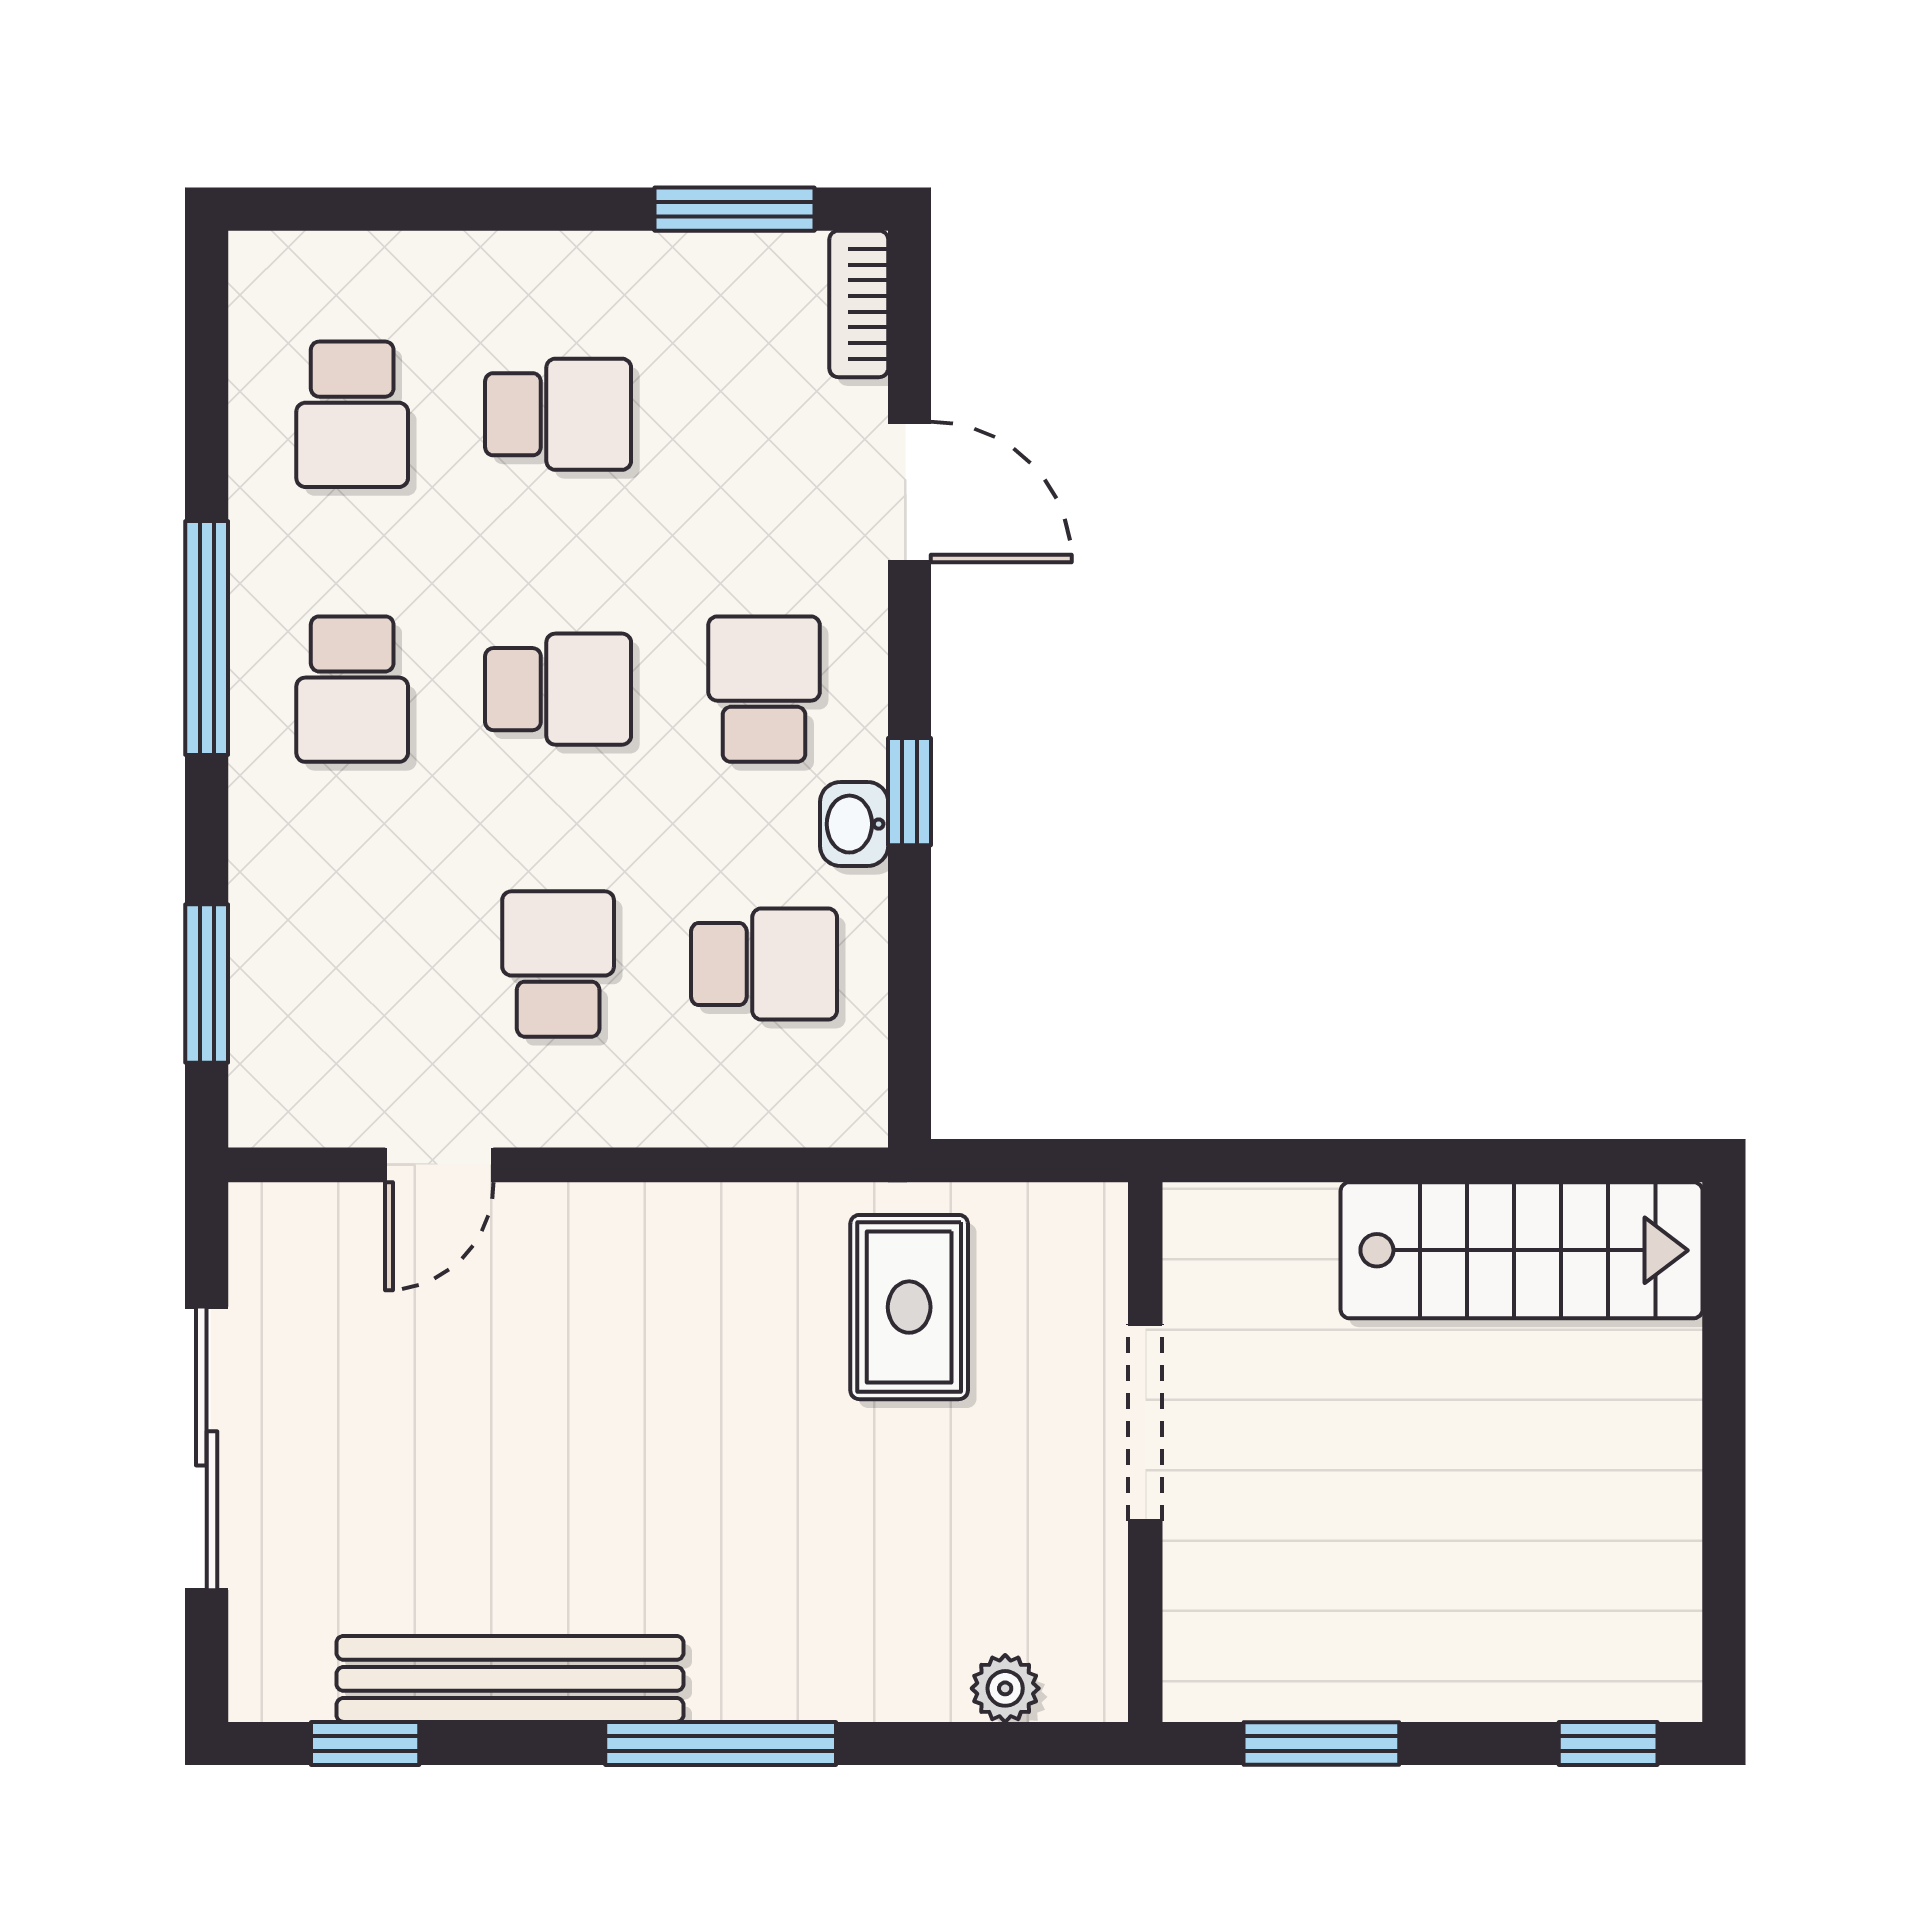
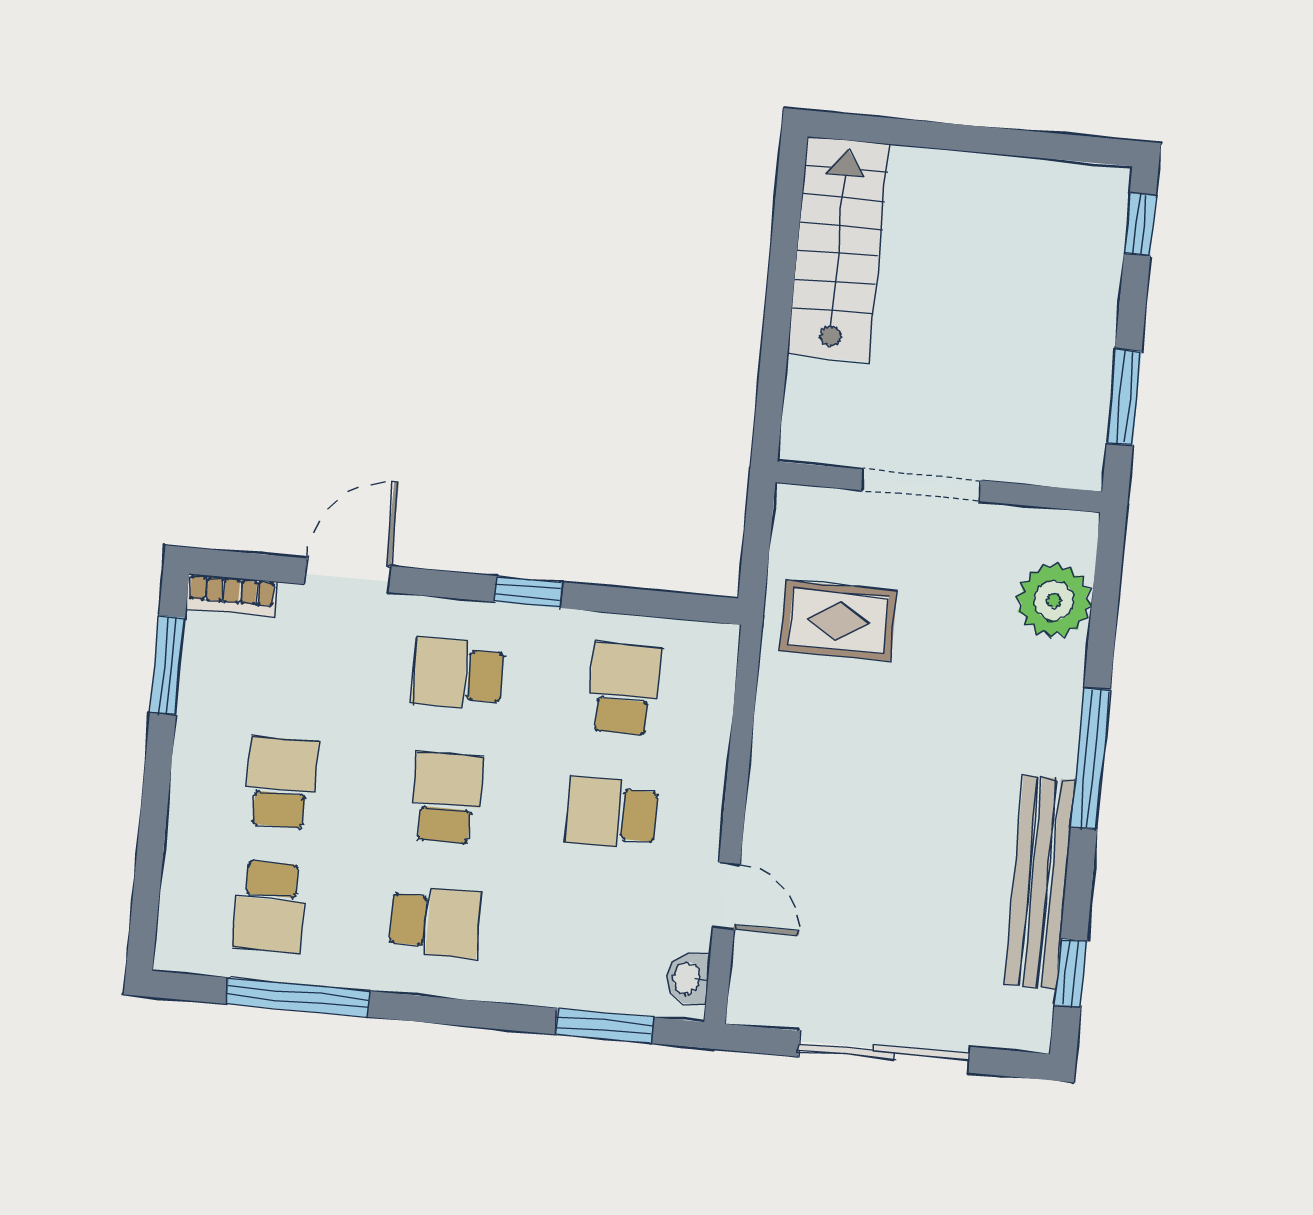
school desk: (352, 414) -> (270, 906), turned 90
window: (207, 638) -> (298, 997), moved
washbasin: (854, 824) -> (688, 978), moved, turned 90
plant: (1005, 1688) -> (1054, 601), width x1.88, depth x1.88

